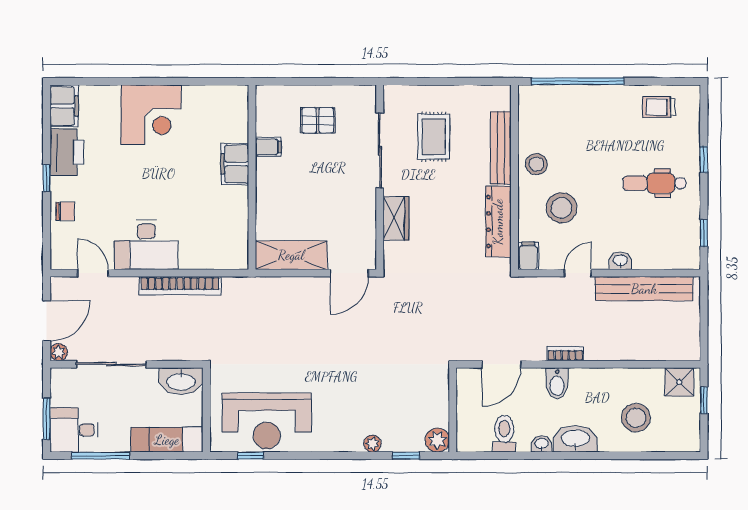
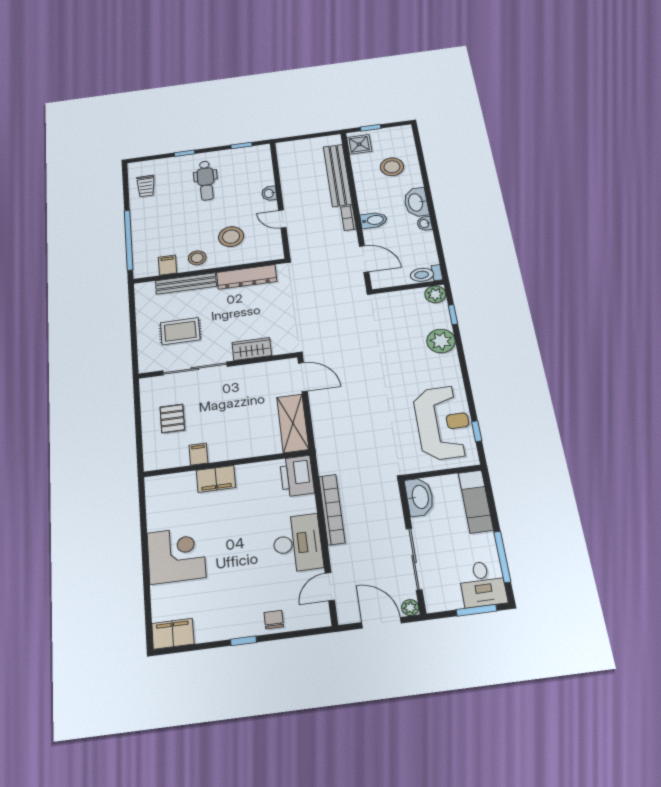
printer: (67, 152) -> (297, 476), moved, turned -90
filing cabinet: (528, 256) -> (168, 265), moved, turned 90
bench: (644, 289) -> (338, 175), moved
toilet: (504, 434) -> (426, 274), moved
plant: (372, 444) -> (441, 341), width x1.87, depth x1.87

